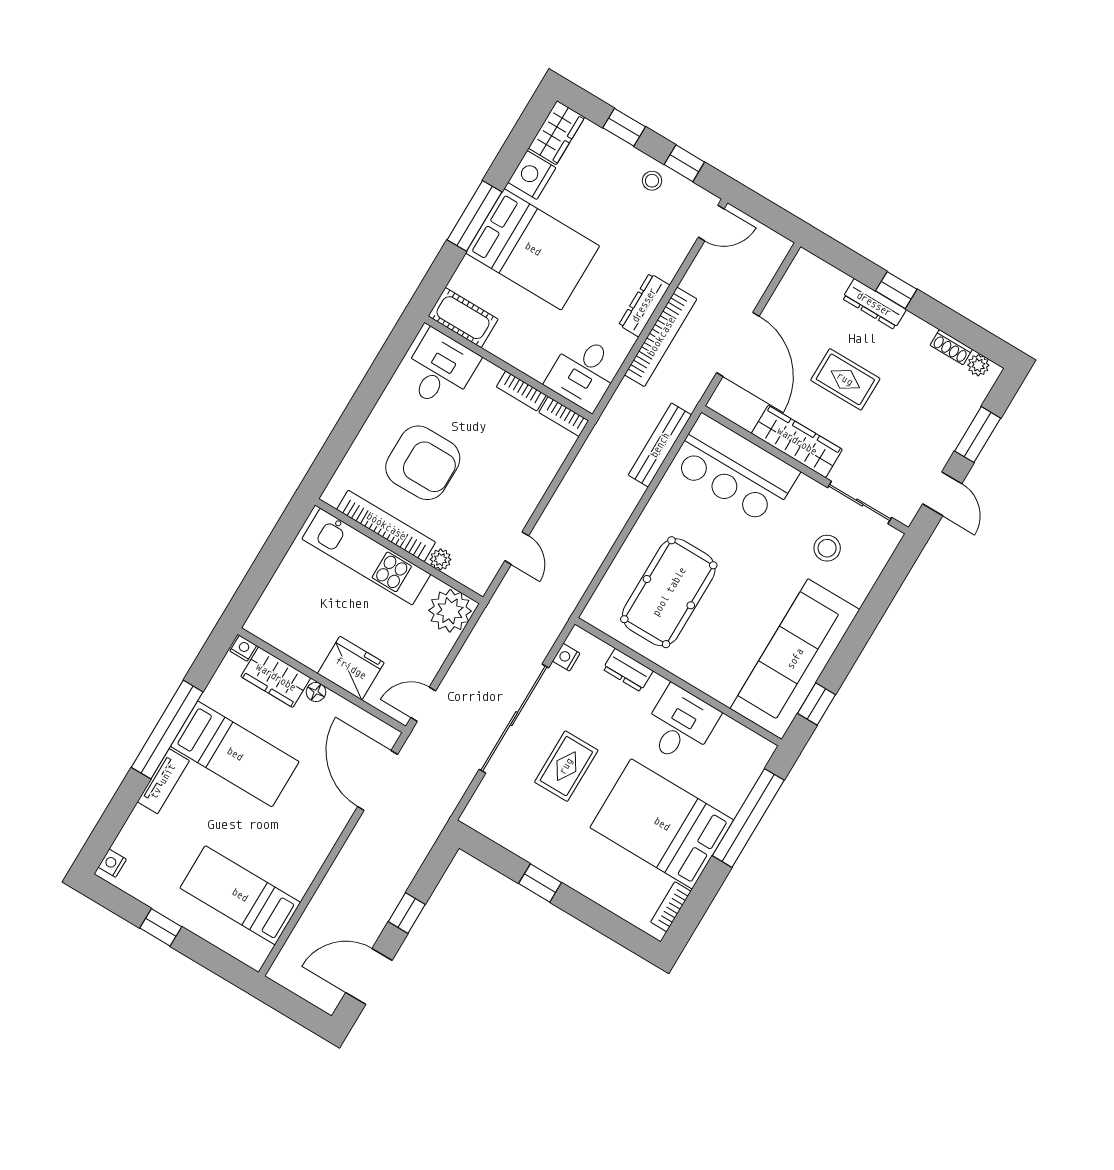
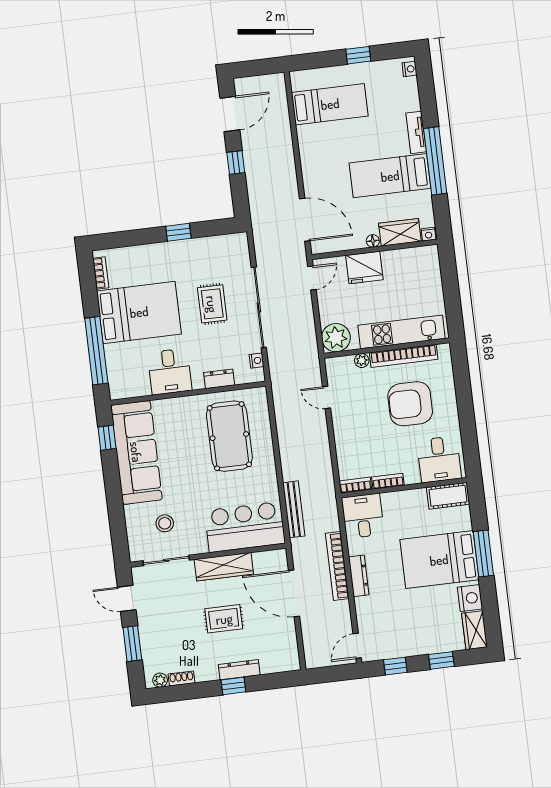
stool: (652, 181) -> (405, 644), removed

